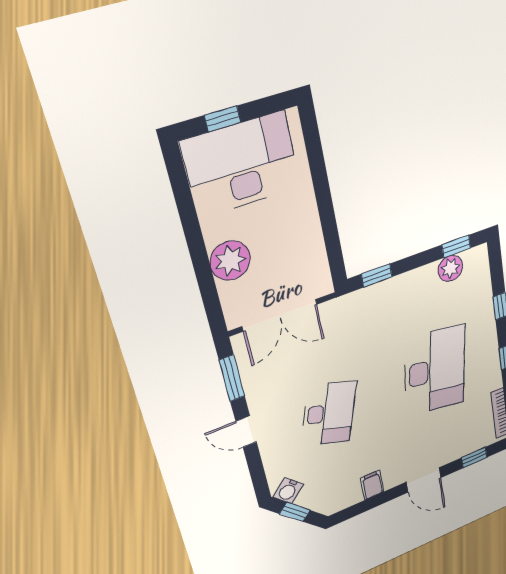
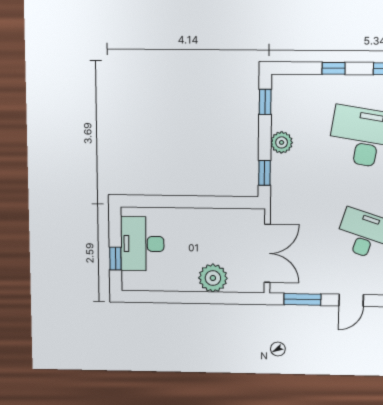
desk: (241, 164) -> (142, 244), width x0.73, depth x0.77
plant: (450, 268) -> (282, 142), moved

